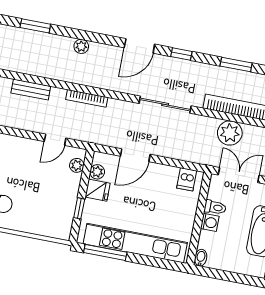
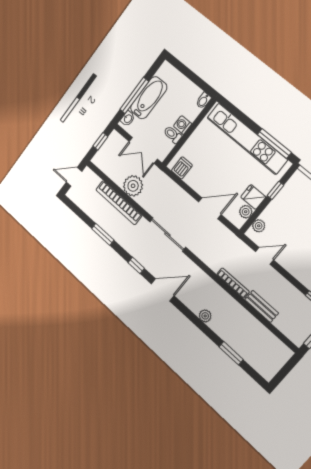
bookcase: (87, 98) -> (233, 283), moved

